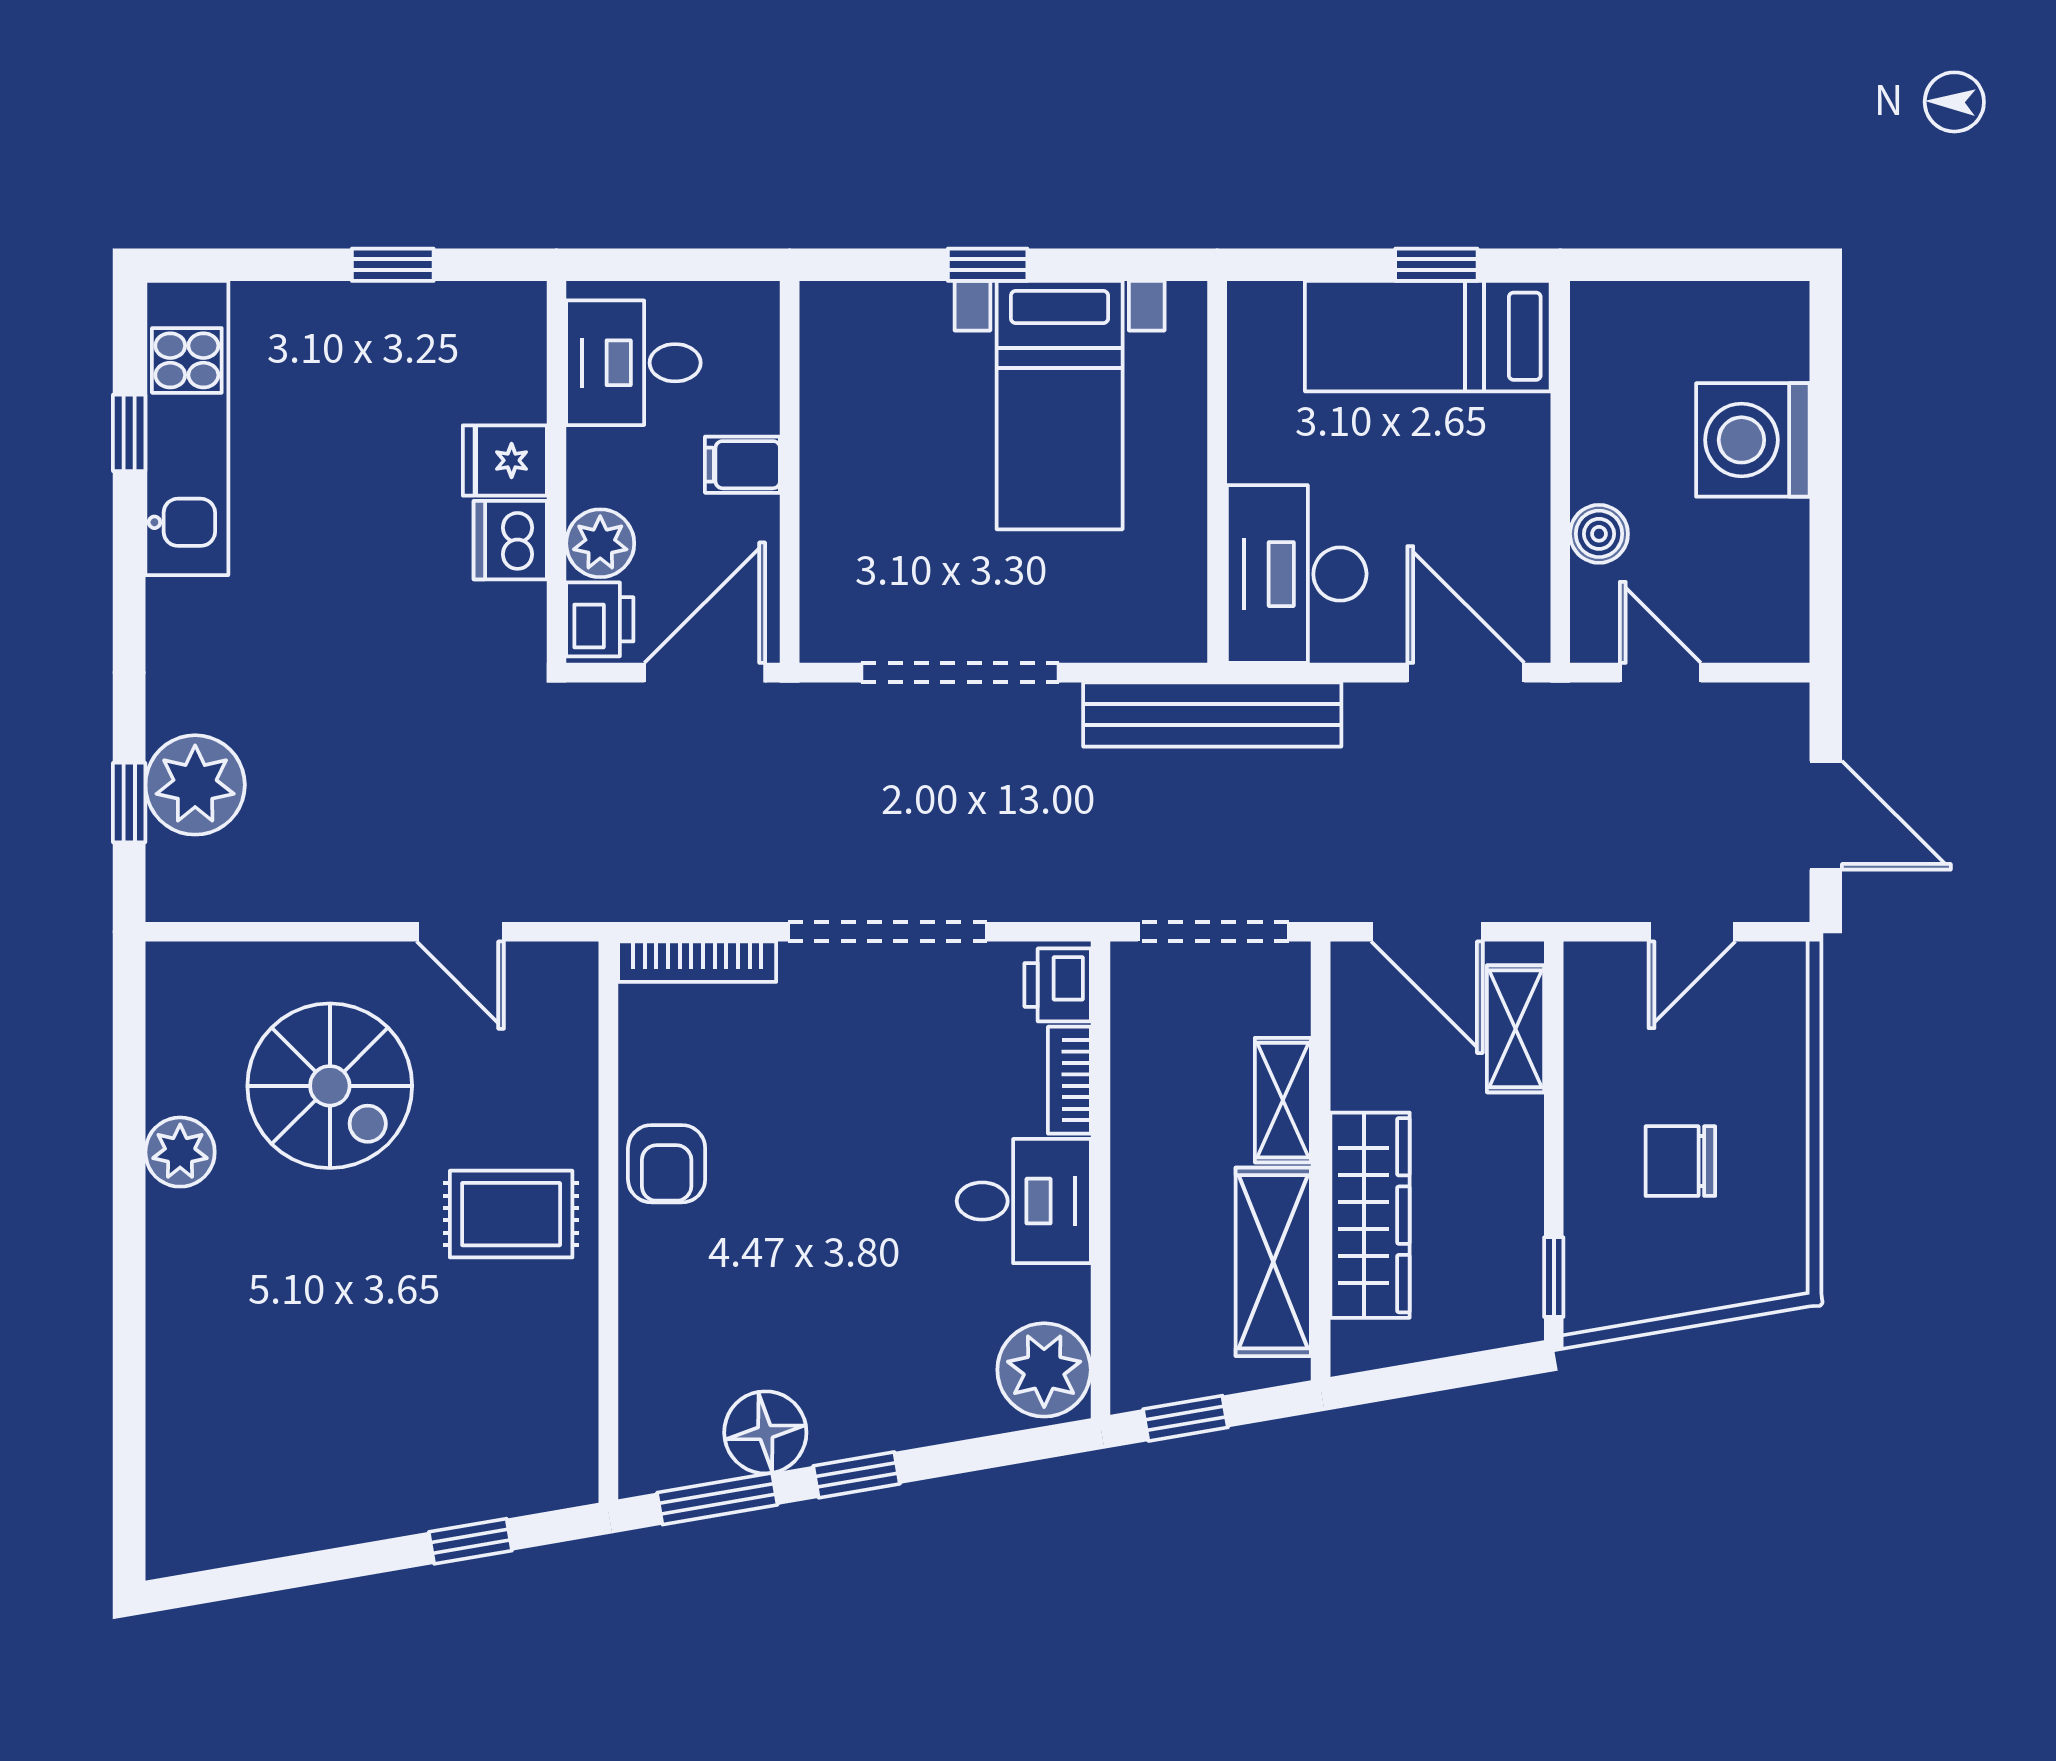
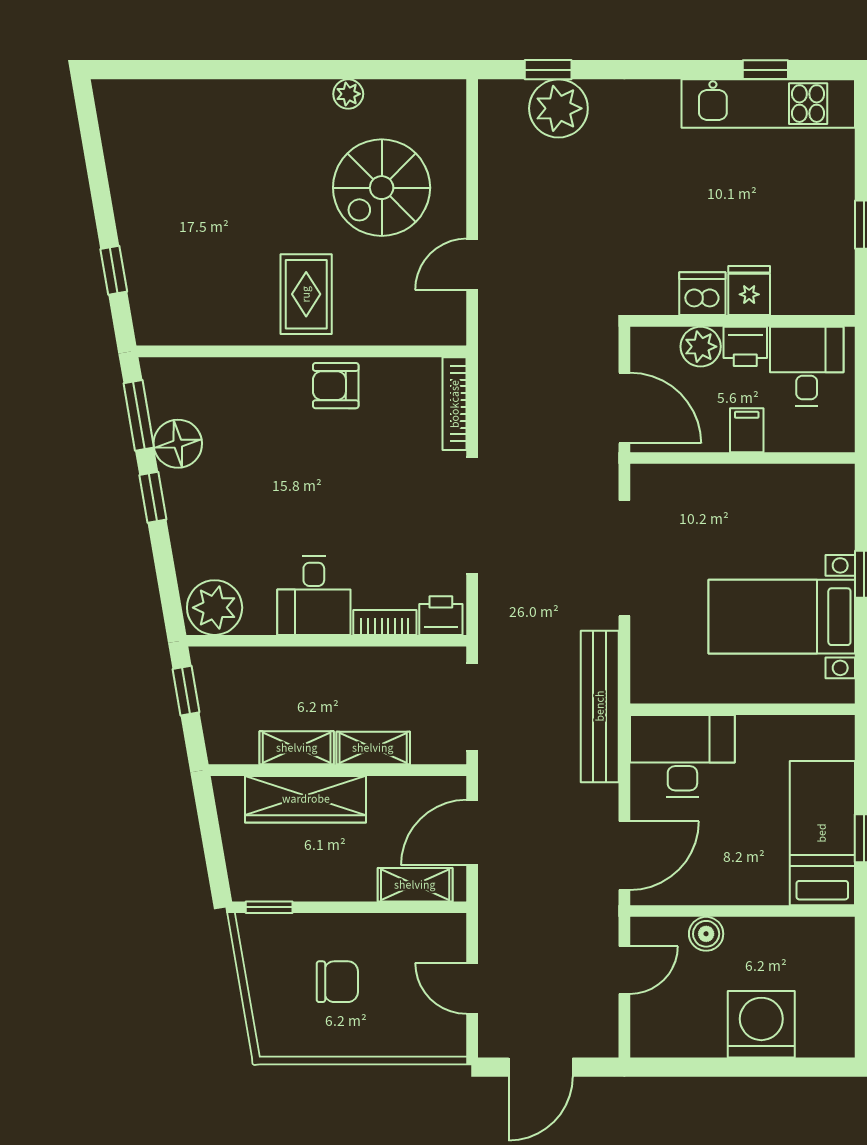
printer: (600, 619) -> (745, 346), moved
plant: (180, 1152) -> (348, 94), width x0.73, depth x0.73
chair: (1680, 1161) -> (337, 982), turned 90
shelving: (1273, 1262) -> (297, 748), width x0.67, depth x0.75

